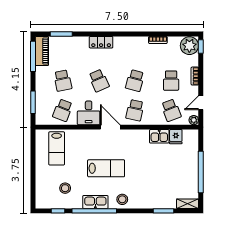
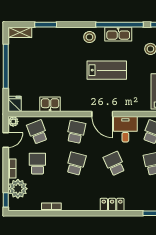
plant: (189, 46) -> (18, 189), moved
fridge: (176, 137) -> (15, 104), moved
lab bench: (106, 168) -> (107, 70), turned 180

